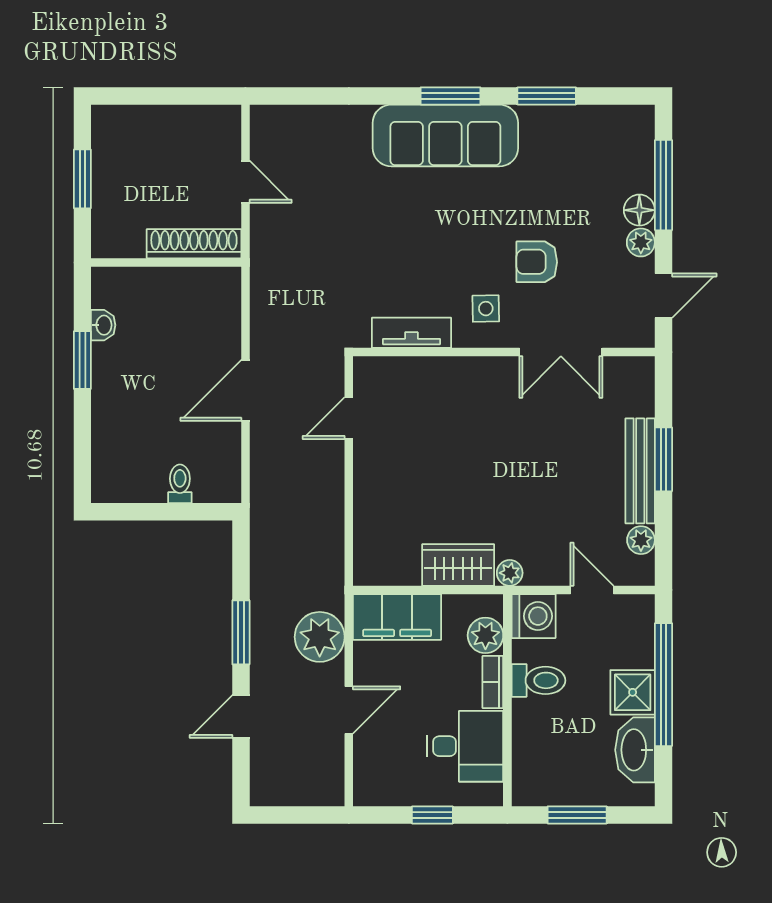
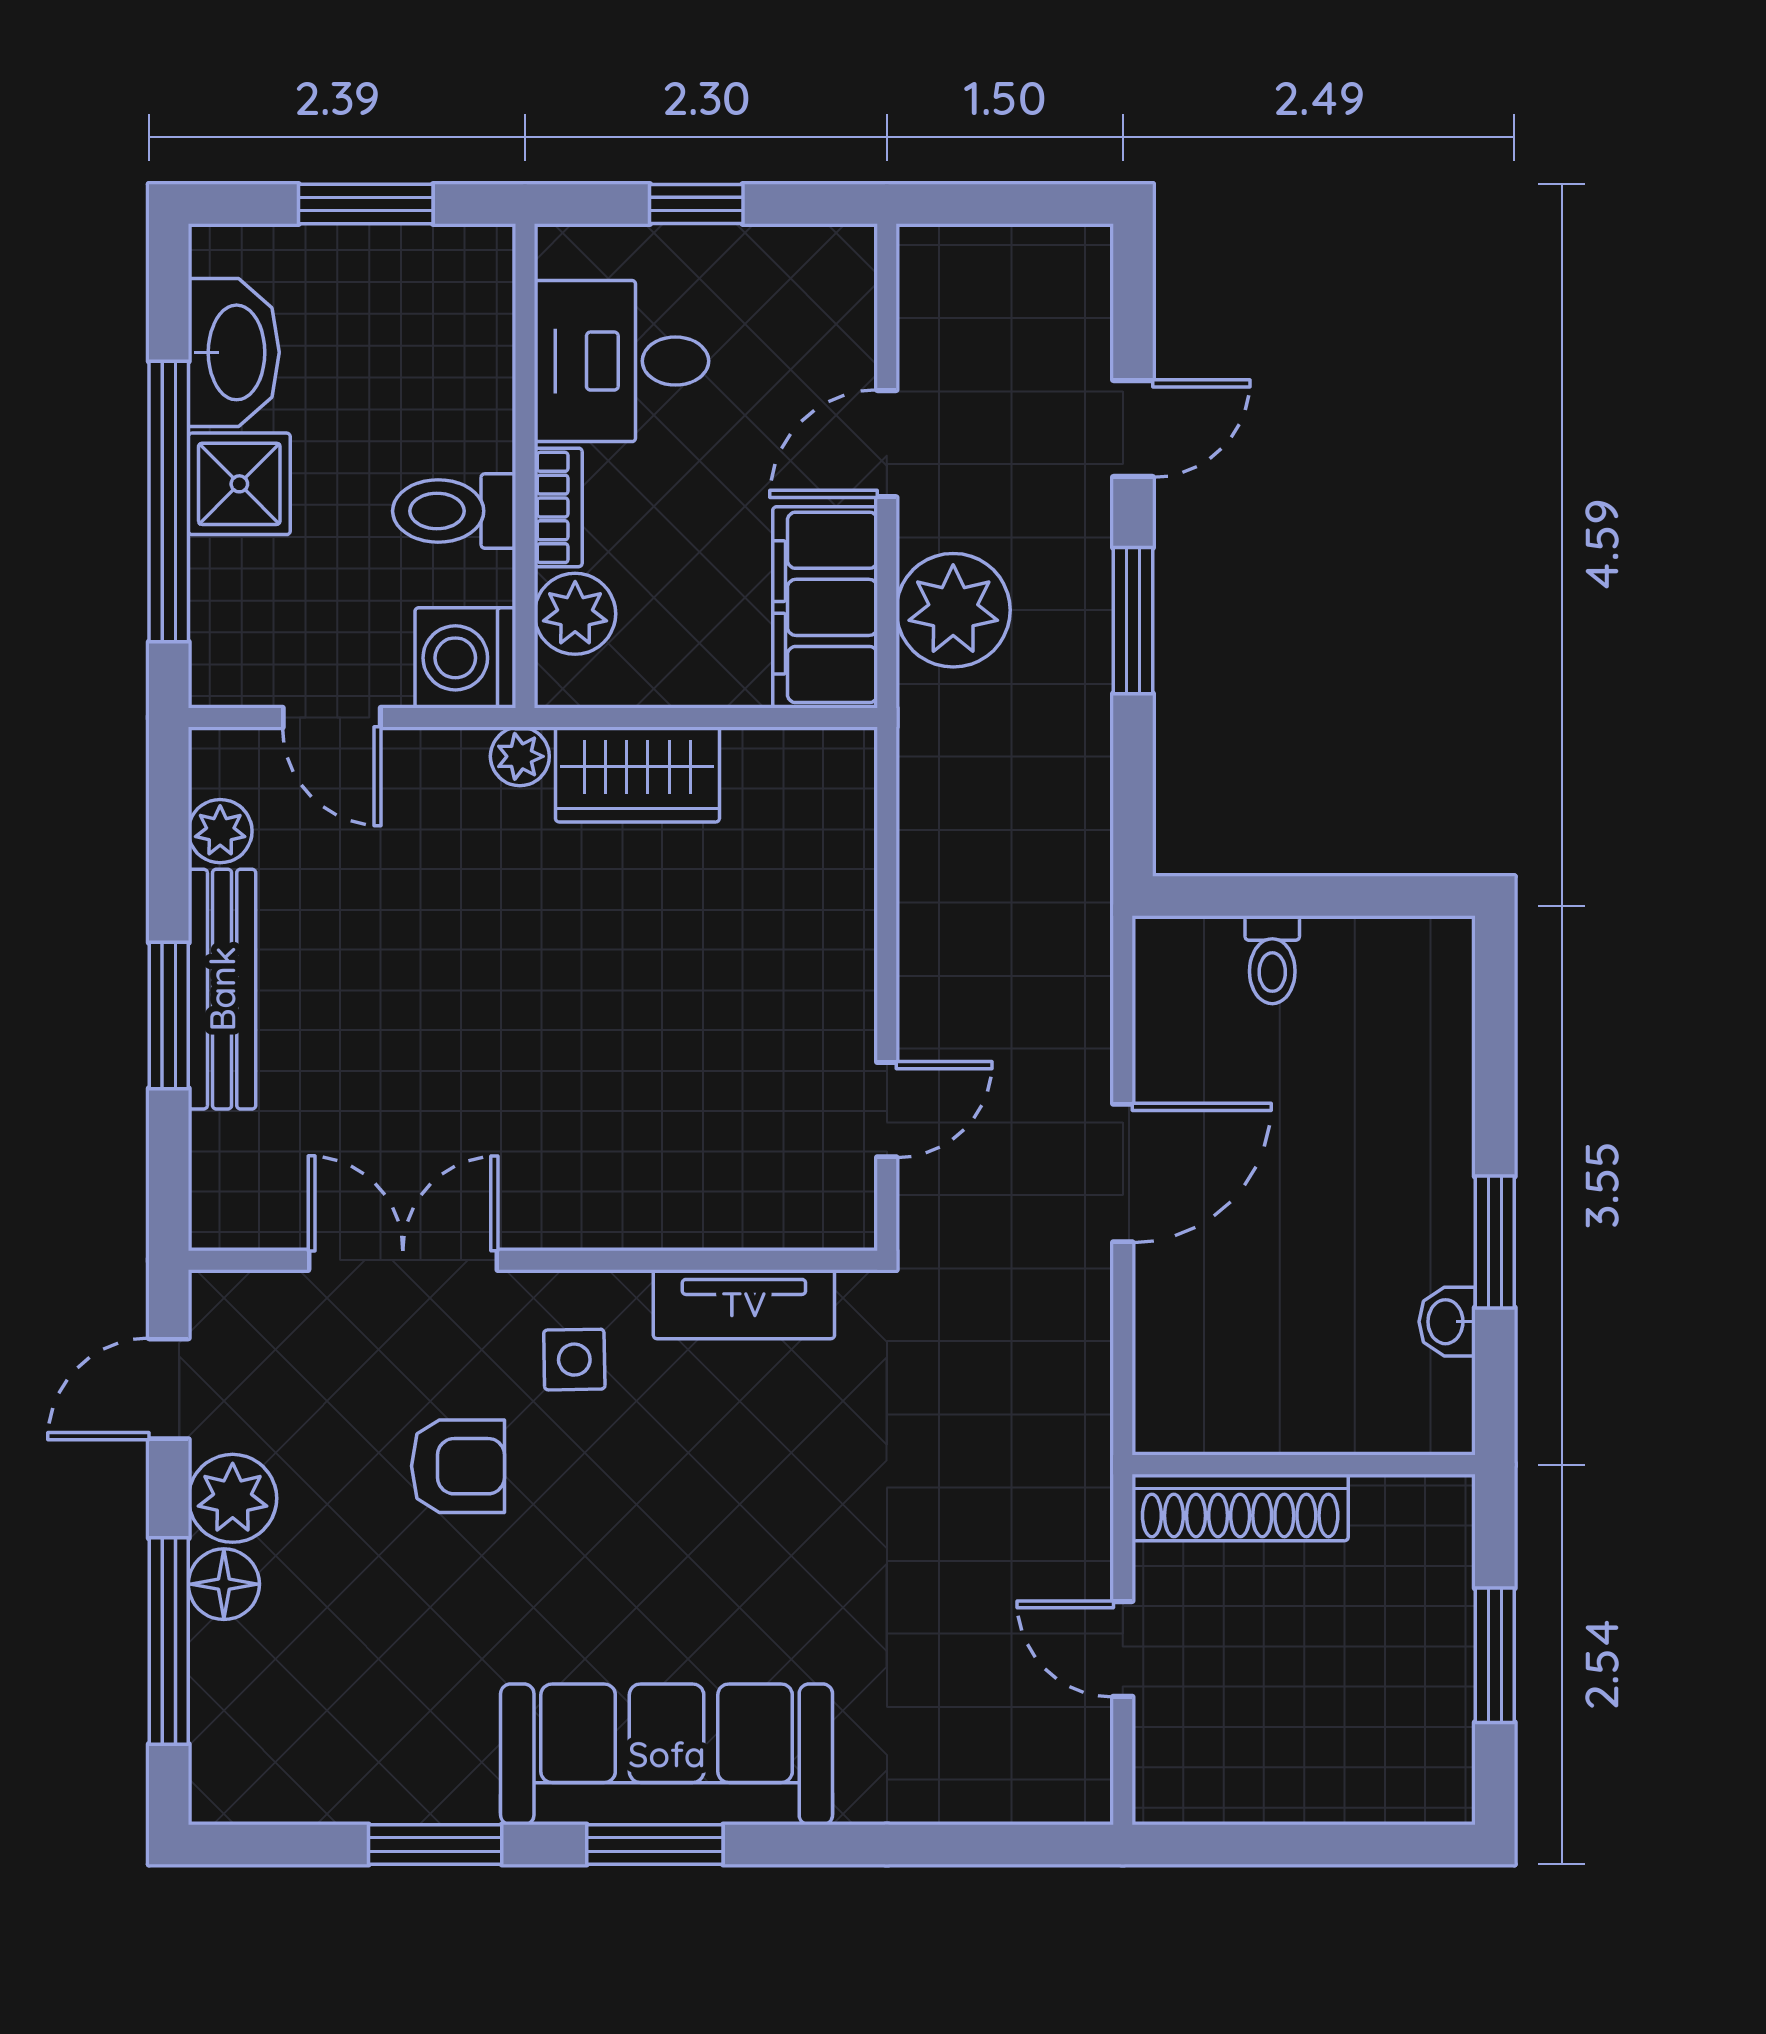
plant: (641, 242) -> (233, 1498), width x1.38, depth x1.38
filing cabinet: (397, 617) -> (825, 607), moved, turned -90

